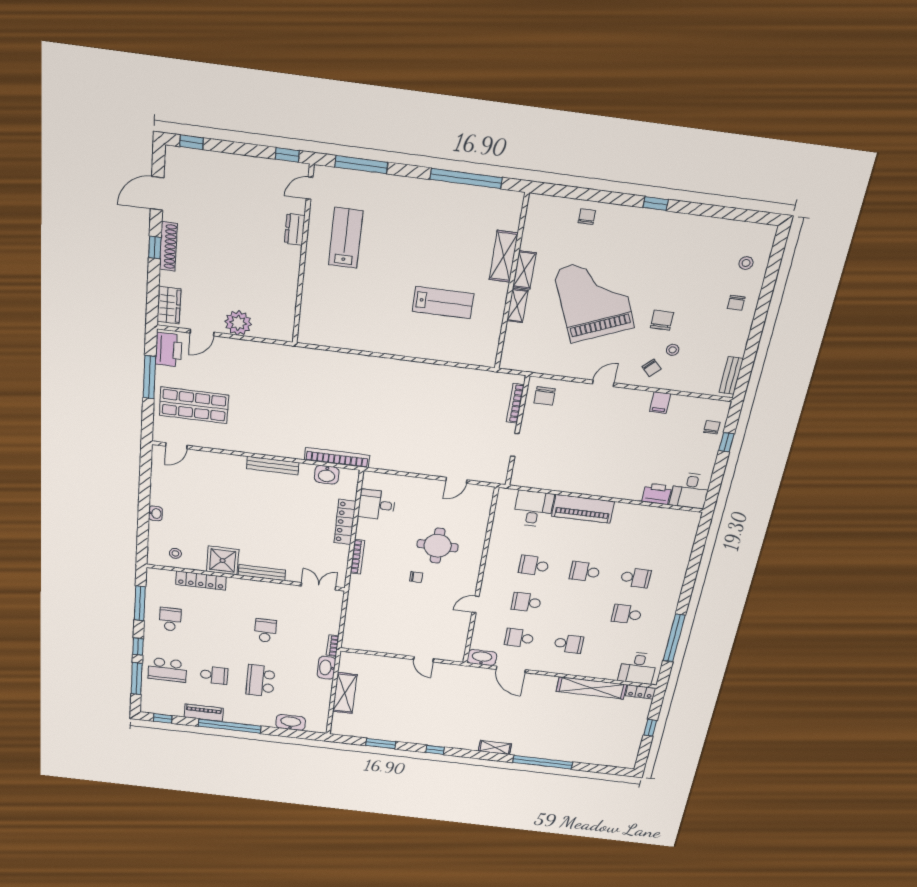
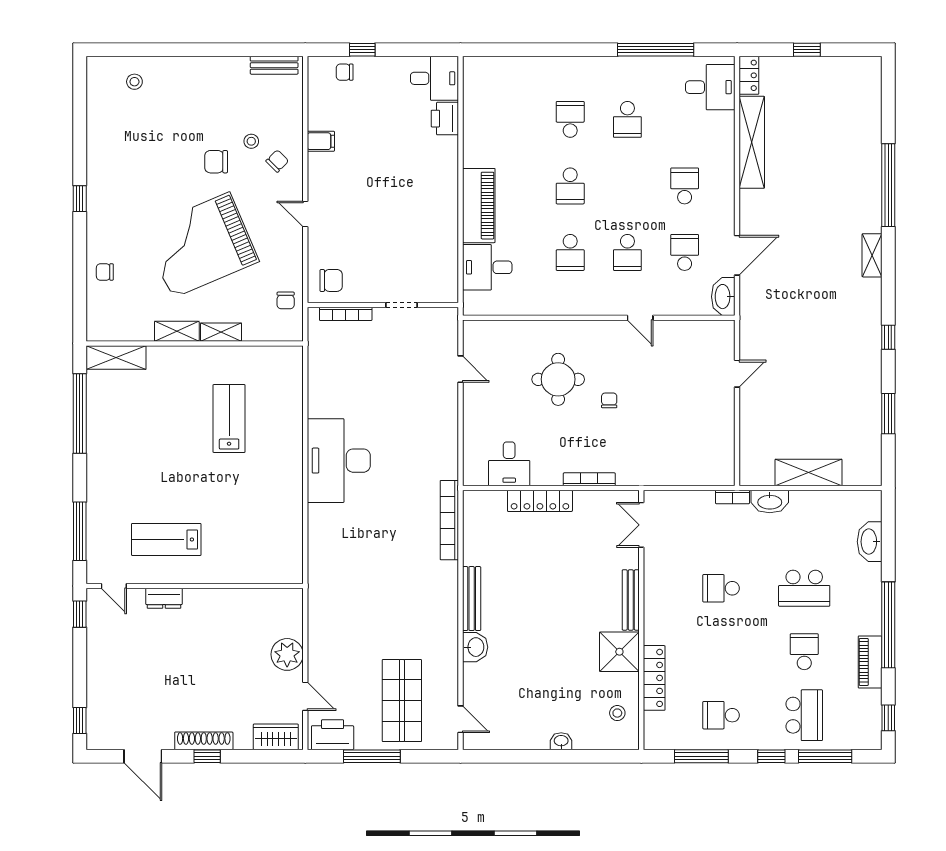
shelving: (504, 256) -> (116, 357), moved
chair: (736, 303) -> (286, 300), moved, turned 90
desk: (396, 383) -> (339, 461), added
washbasin: (327, 475) -> (475, 647), moved
school desk: (519, 638) -> (685, 252), turned 180

